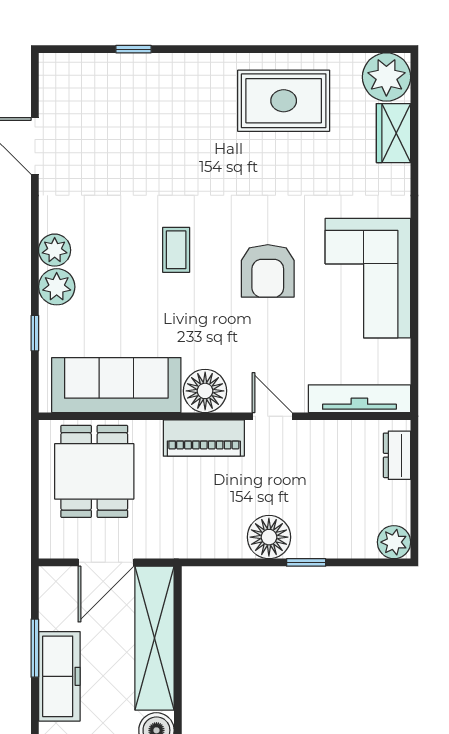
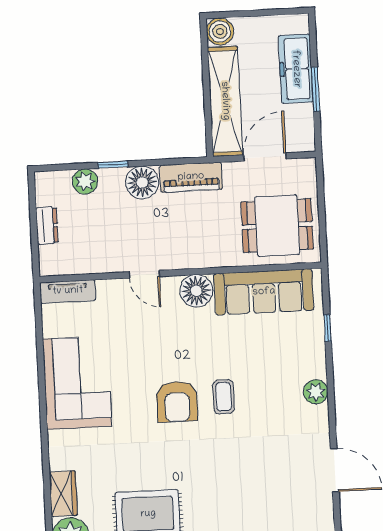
armchair: (268, 271) -> (177, 402), moved, turned 180
plant: (57, 287) -> (313, 364), removed
tv unit: (359, 399) -> (68, 291), width x0.71
piano: (204, 438) -> (191, 177), moved, turned 180
dresser: (397, 455) -> (47, 225), moved
dining table: (94, 471) -> (277, 226), turned 90
plant: (394, 542) -> (85, 181), moved

